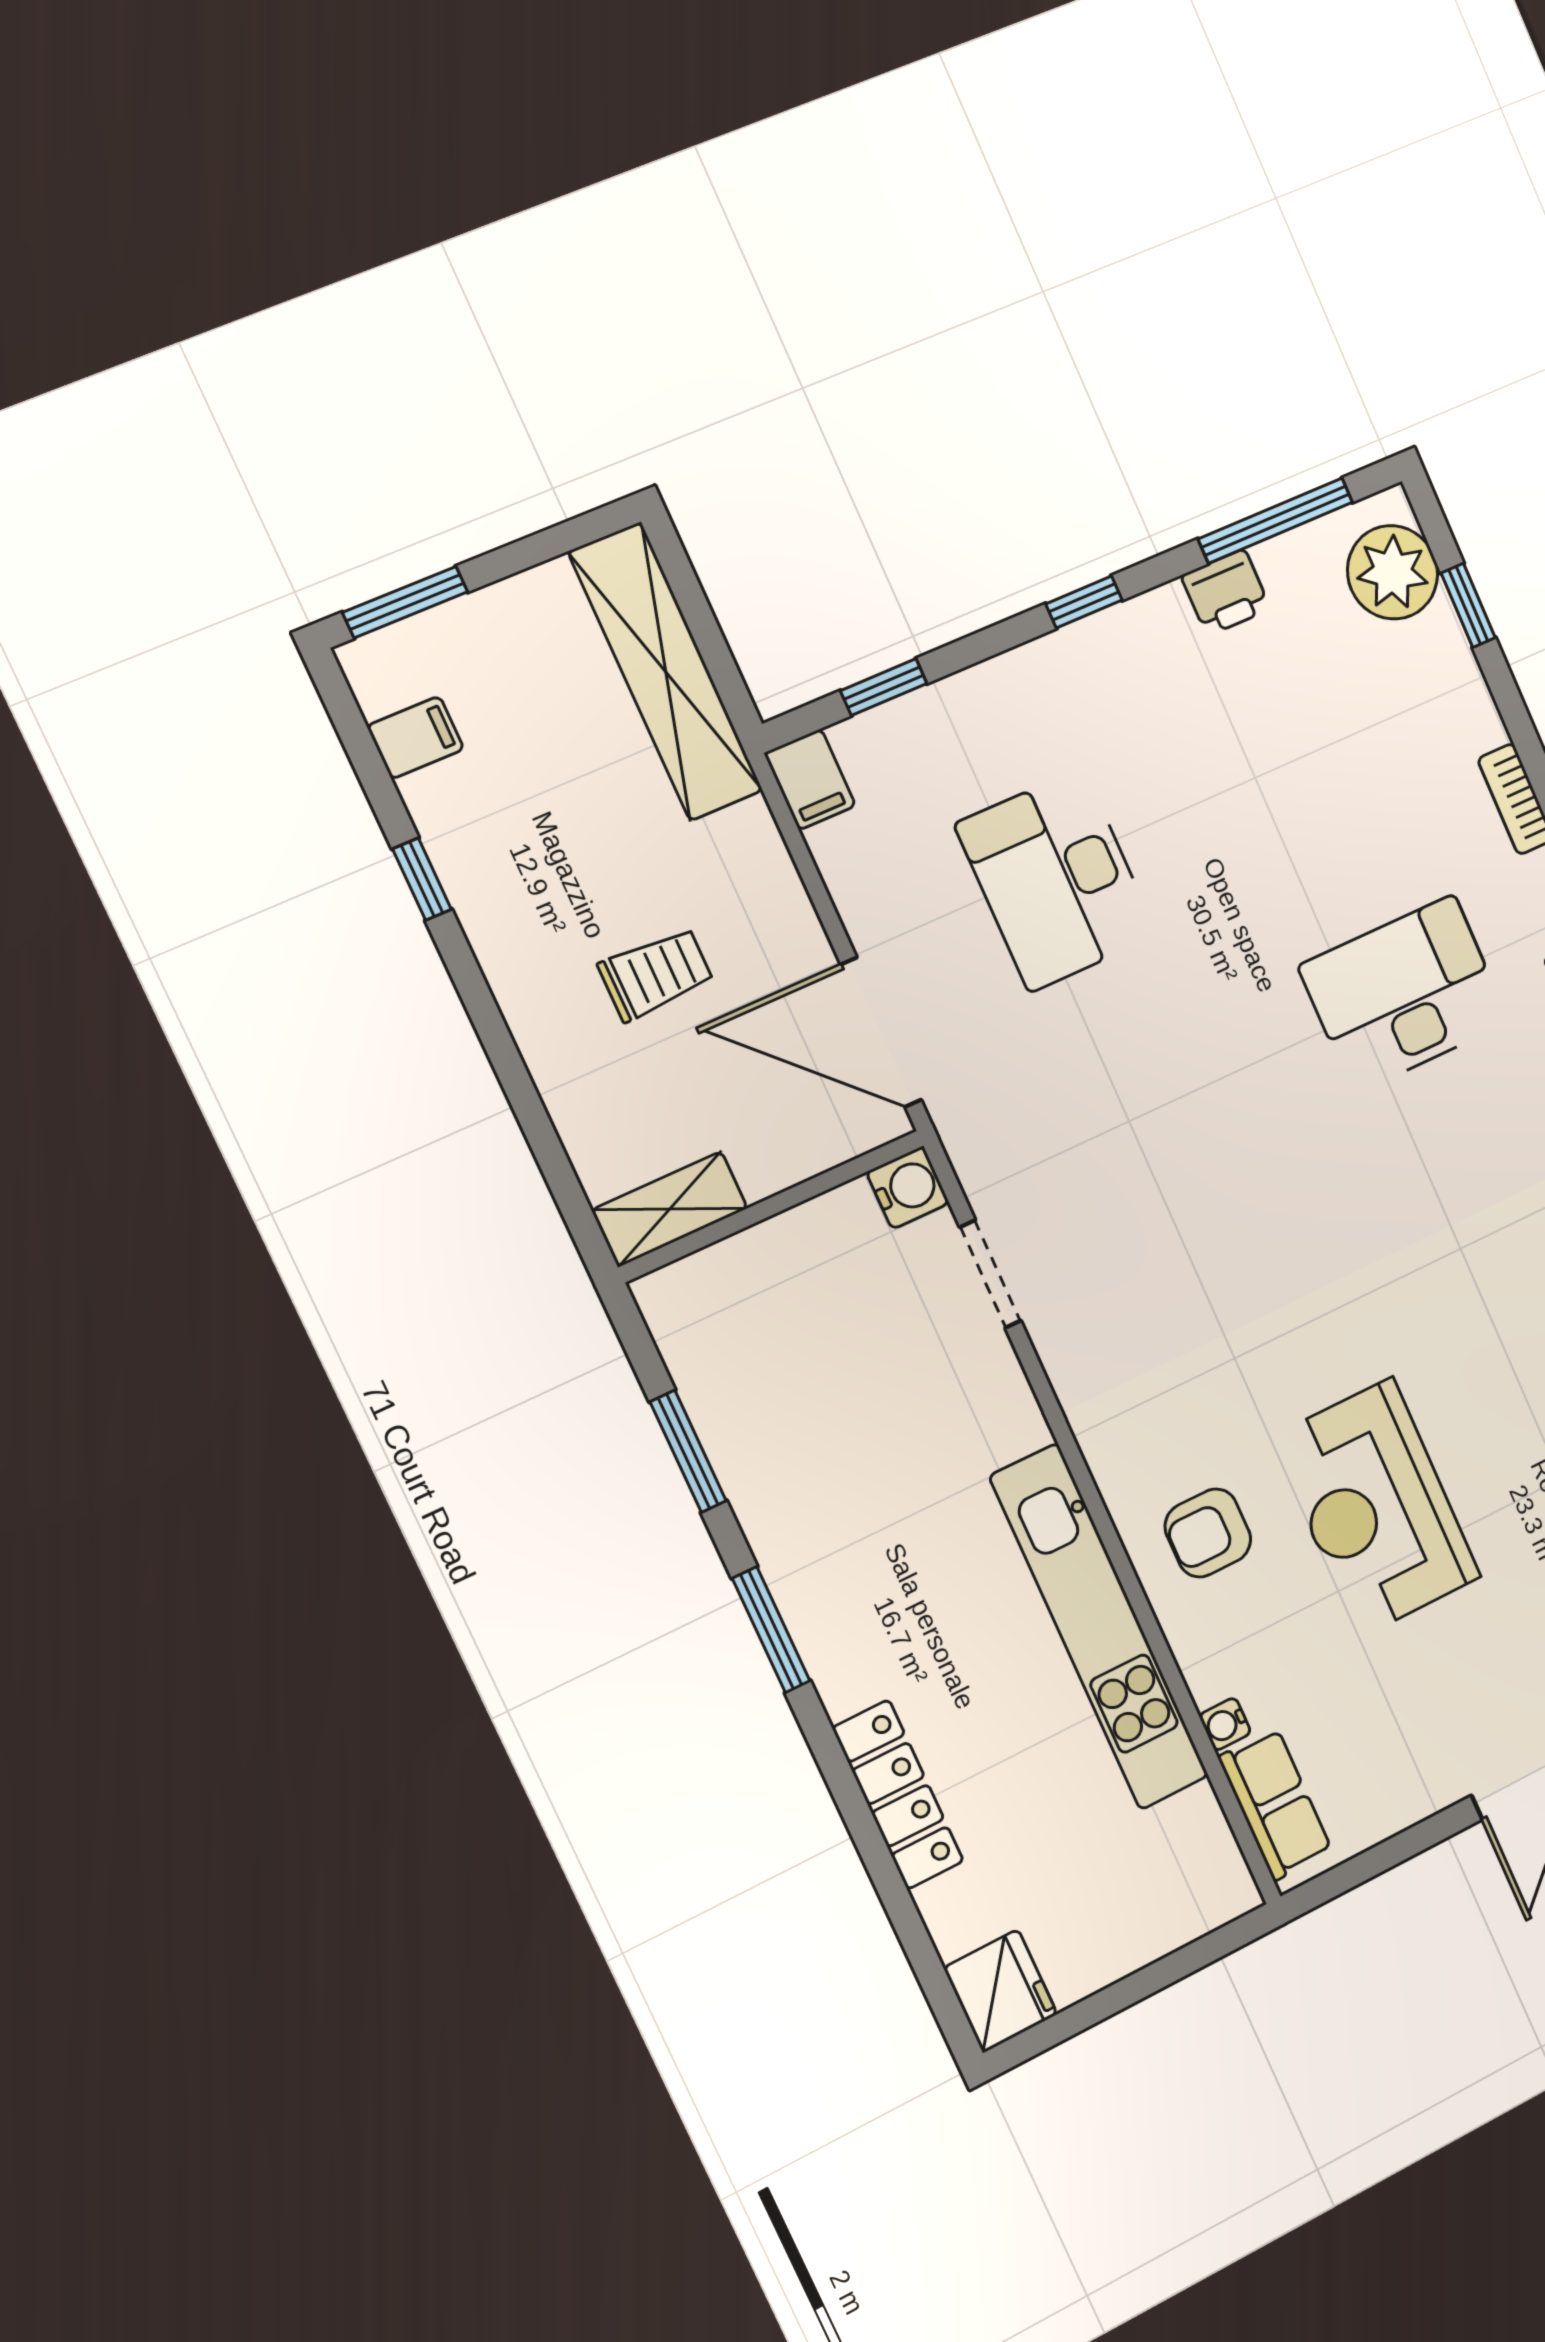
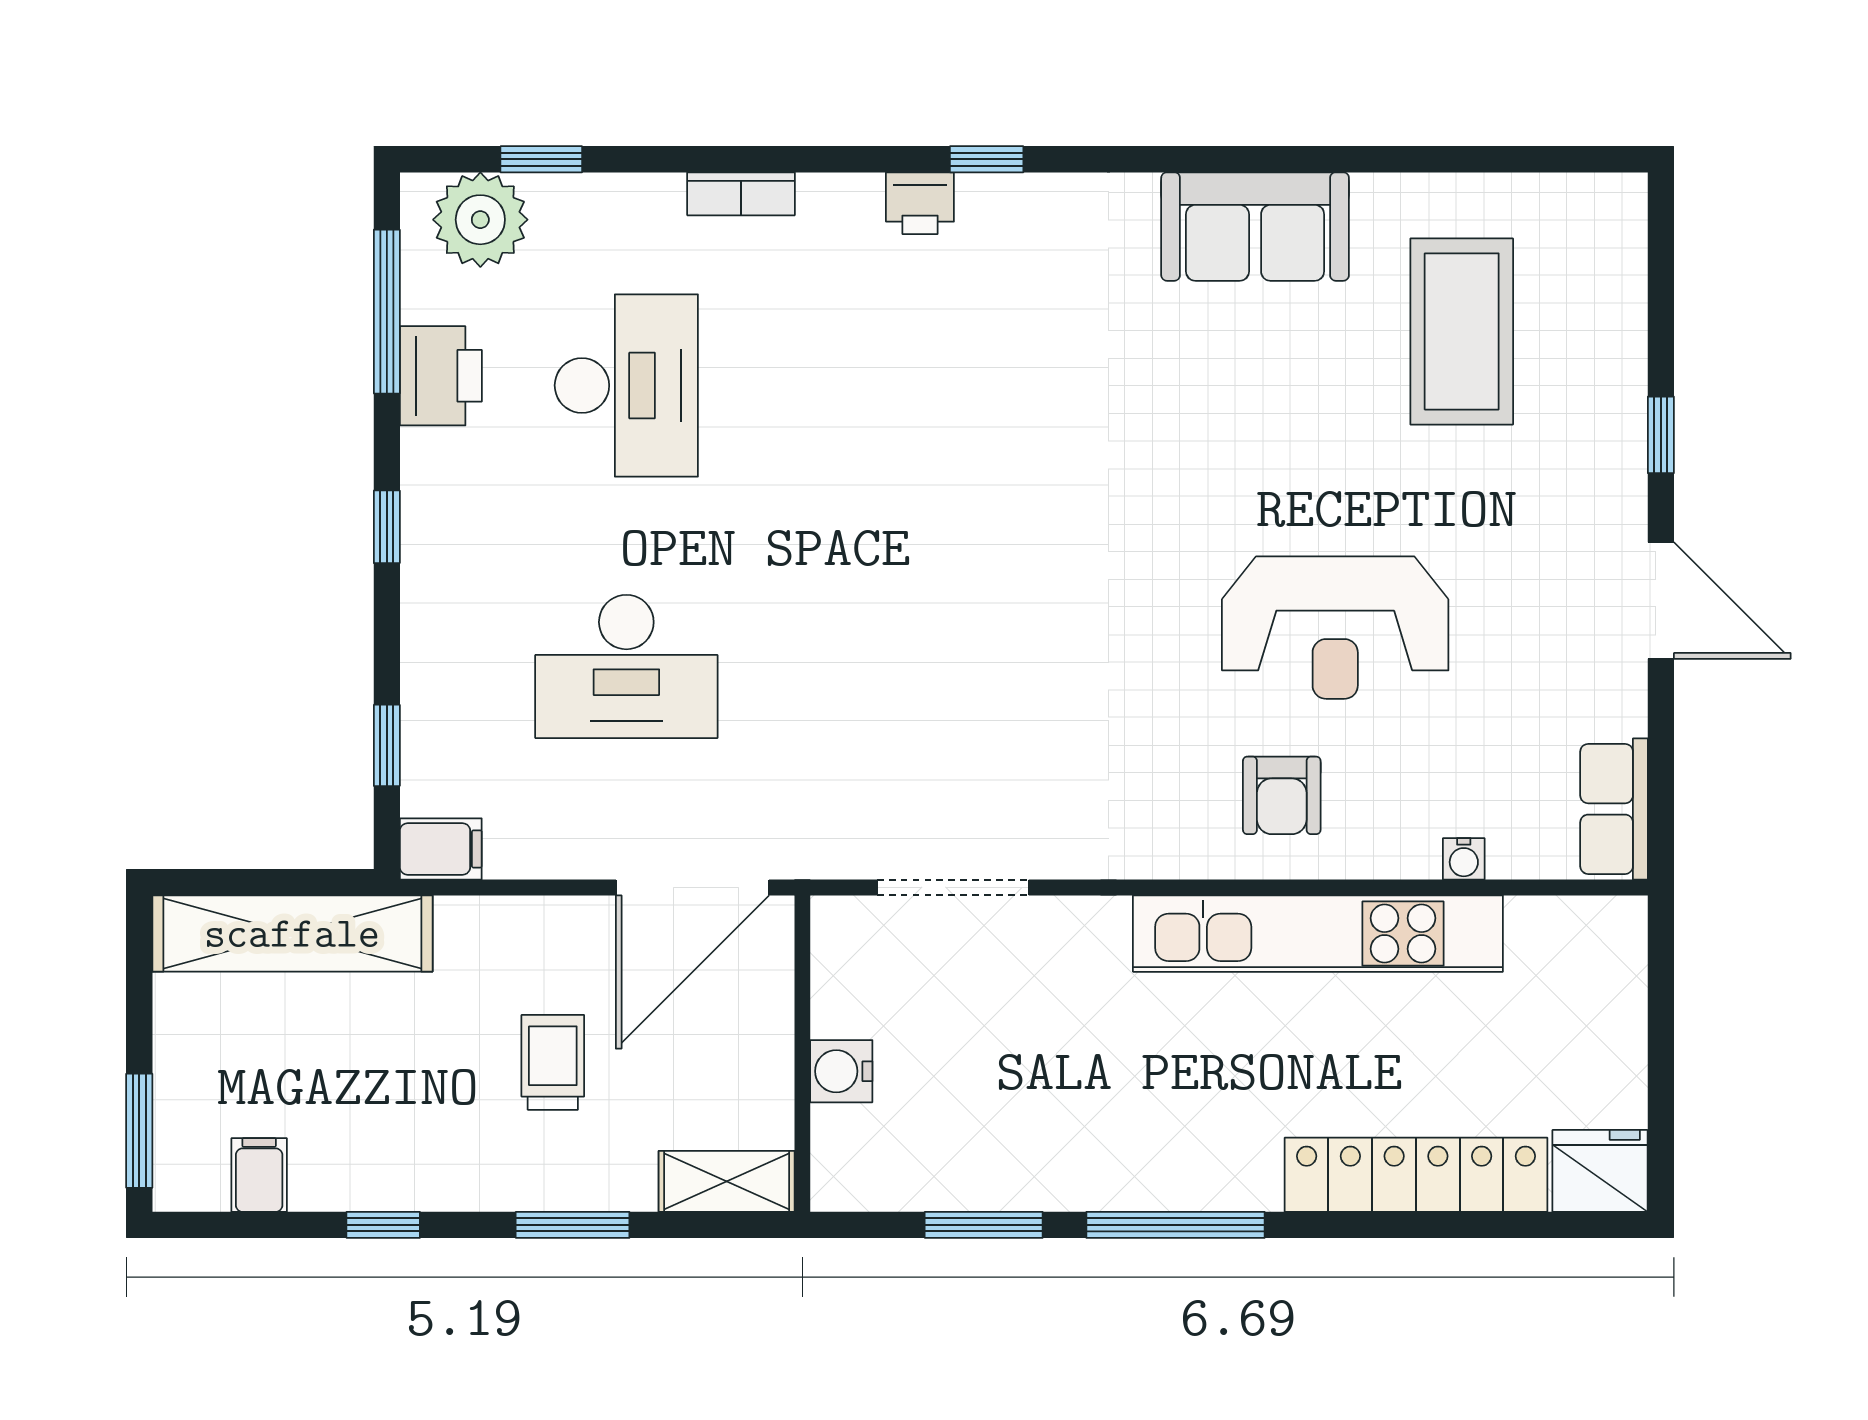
printer: (1226, 592) -> (441, 376), width x1.36, depth x1.24
desk: (1404, 994) -> (626, 385), moved, turned 180
window: (507, 1062) -> (573, 1225), added
water cooler: (908, 1188) -> (841, 1071), moved, turned -90
shelving: (670, 1209) -> (727, 1181), moved, turned 90
doorway: (990, 1274) -> (953, 887), width x1.38
window: (771, 1630) -> (1176, 1225), width x1.44
locker: (898, 1795) -> (1416, 1175), width x1.41, depth x1.21
row of seats: (1275, 1804) -> (1614, 809), moved, turned -90

